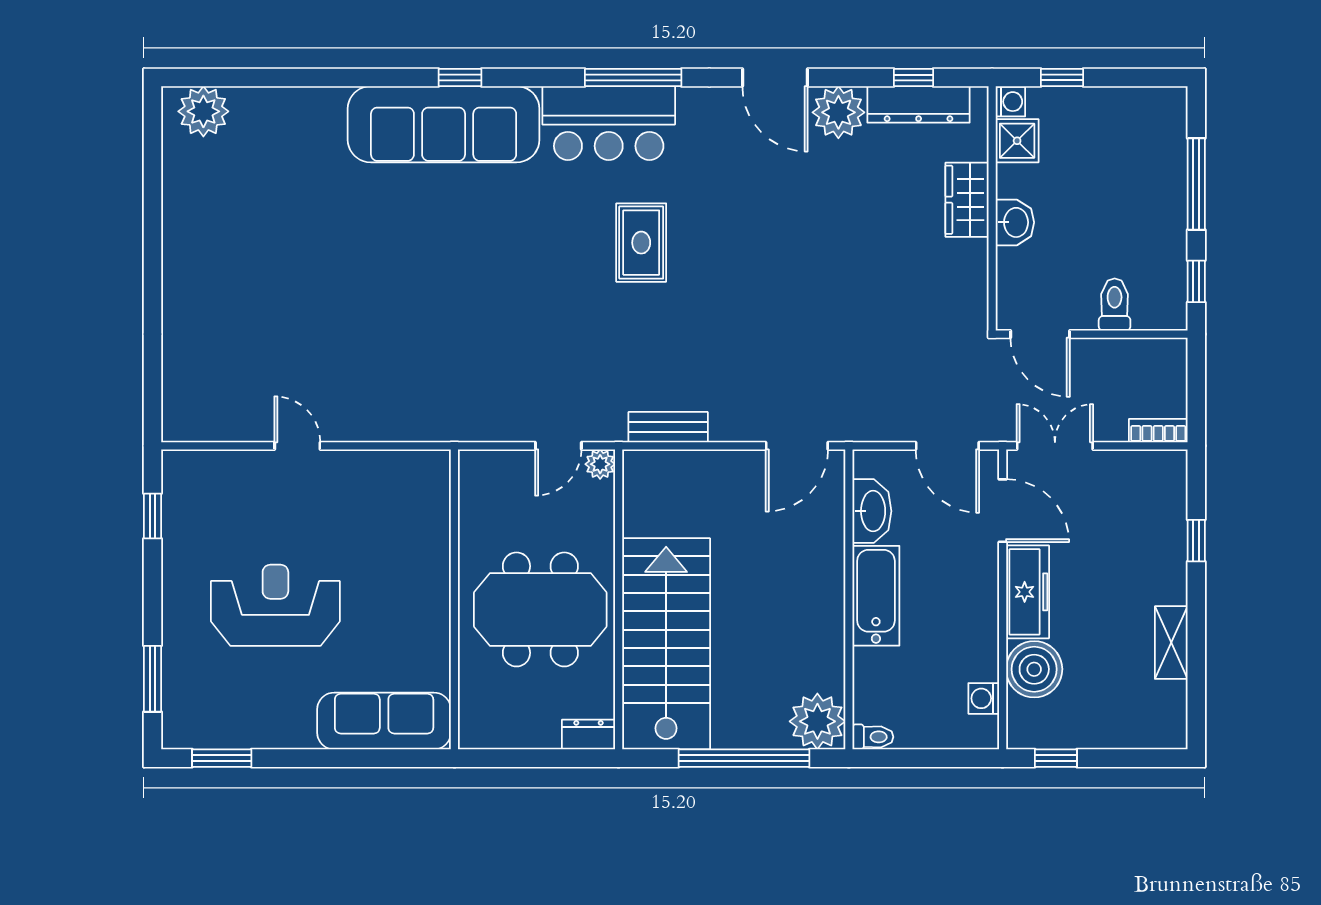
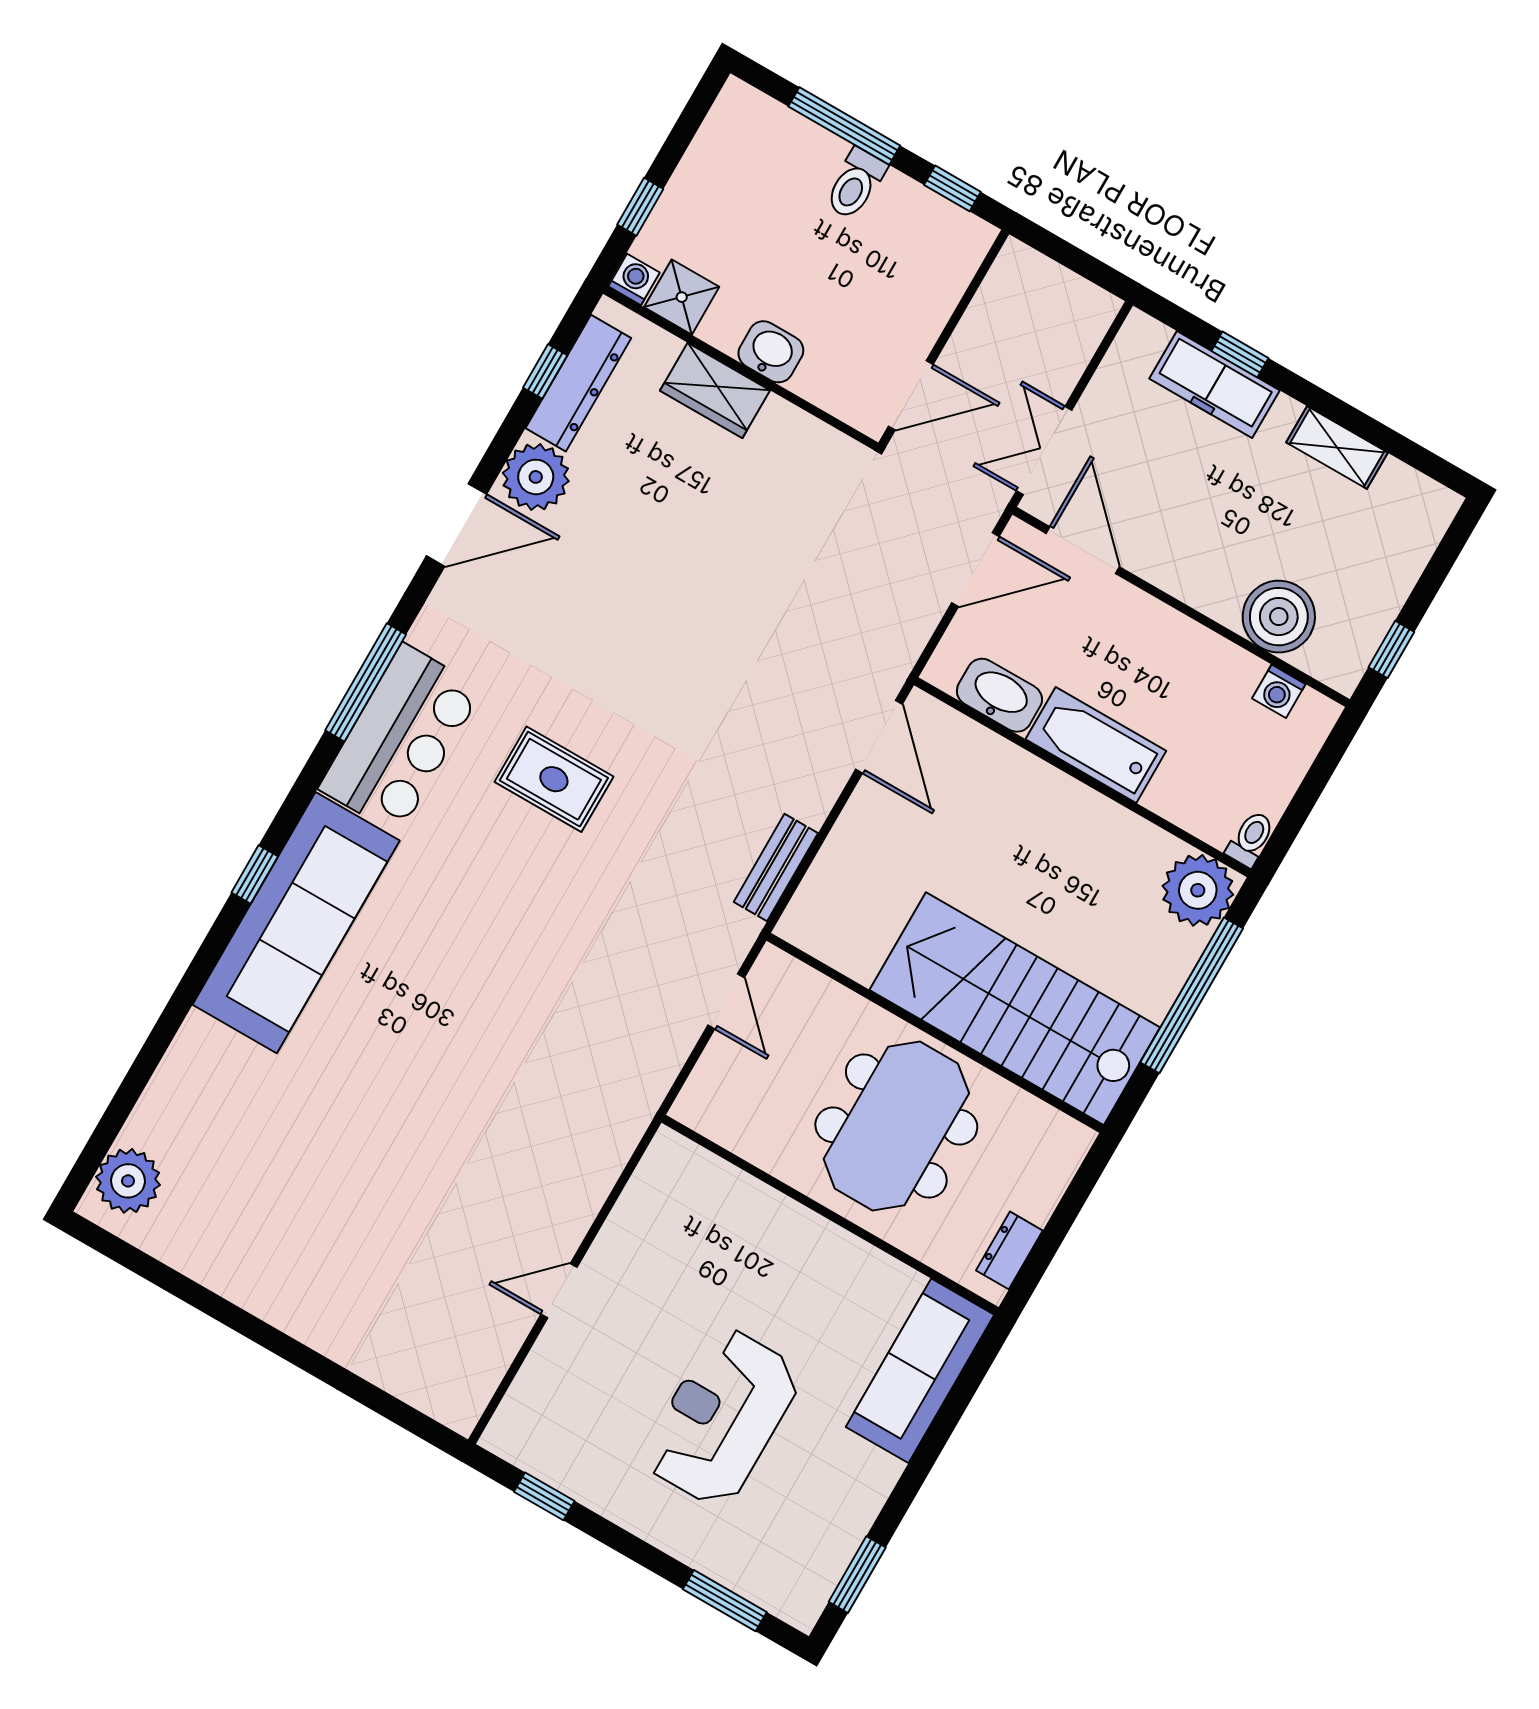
toilet: (1115, 305) -> (855, 184), moved, turned -90
bookcase: (1158, 431) -> (1094, 326), removed
plant: (600, 464) -> (773, 967), removed
door: (1003, 511) -> (1083, 550), hinge flipped
freezer: (1028, 592) -> (1214, 384), moved, turned 180
dresser: (588, 735) -> (1009, 1250), moved

